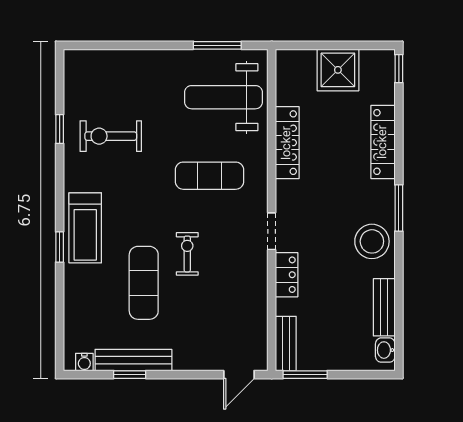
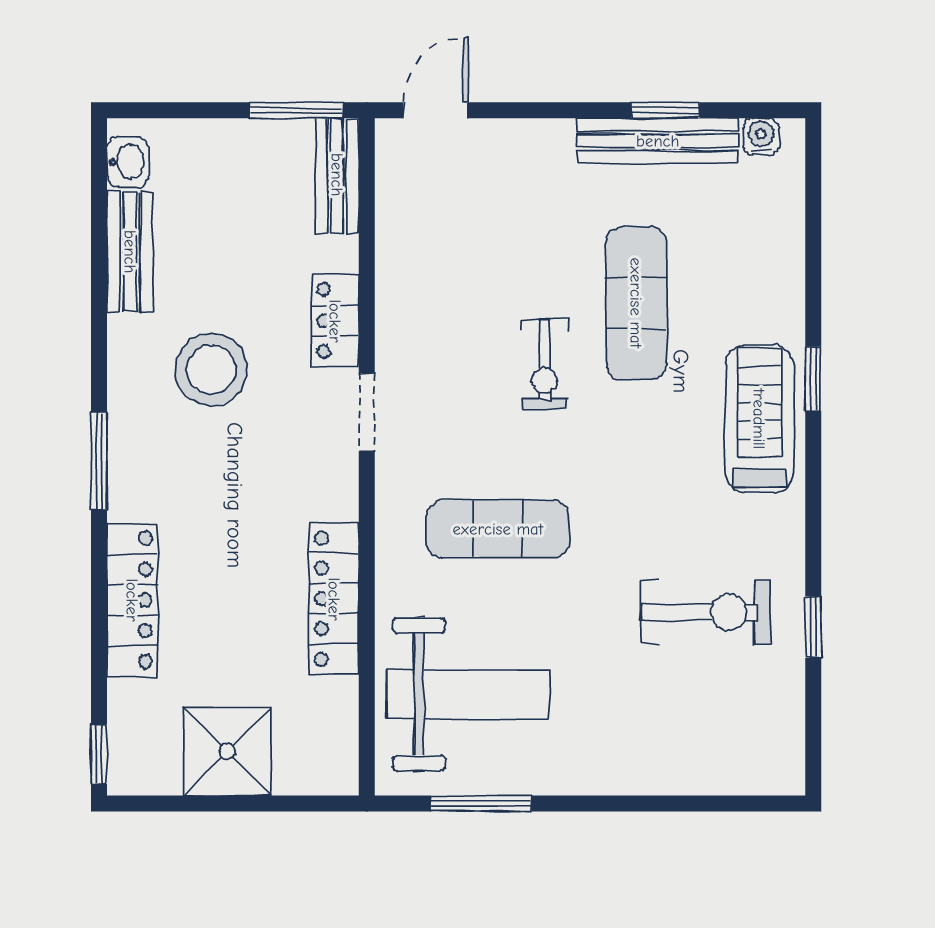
stool: (372, 241) -> (211, 369), moved

